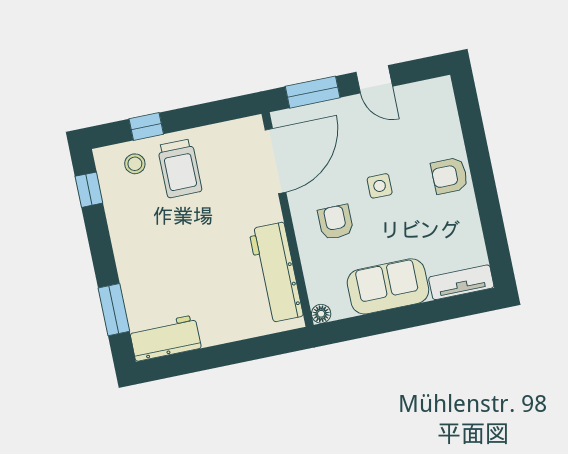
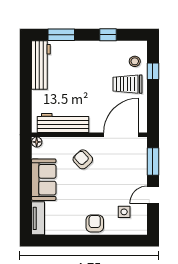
door: (276, 161) -> (121, 135), swing flipped
side table: (380, 186) -> (124, 212), moved
window: (89, 190) -> (108, 35), moved
armchair: (336, 222) -> (83, 159), turned -133
workbench: (165, 338) -> (41, 65), width x1.38

